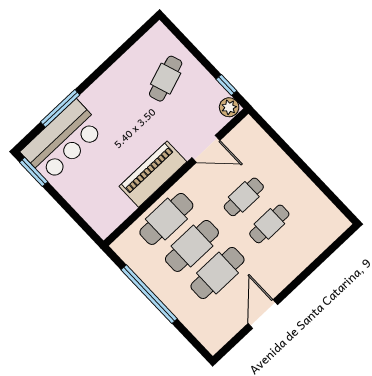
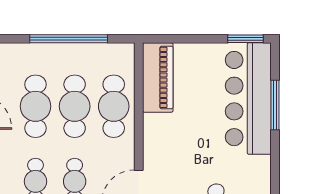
bar counter: (63, 141) -> (248, 99), width x1.36
piano: (153, 174) -> (158, 77), moved

